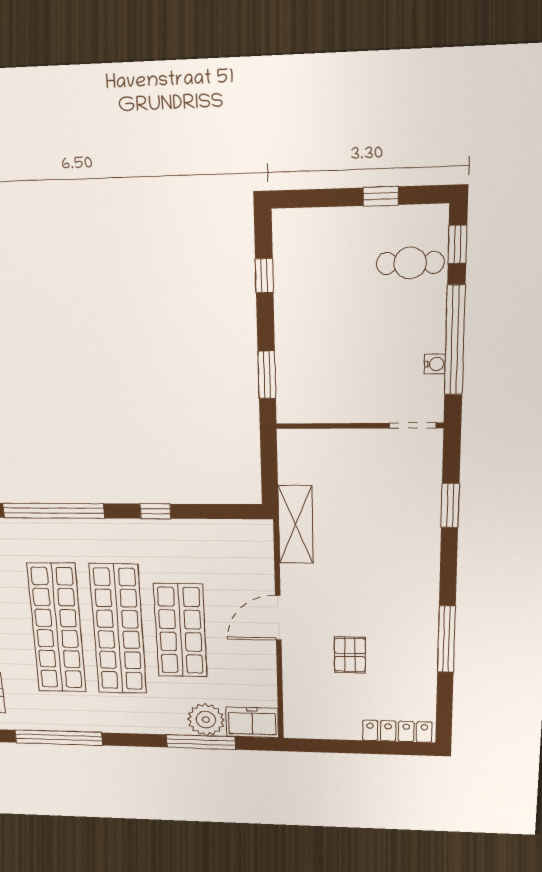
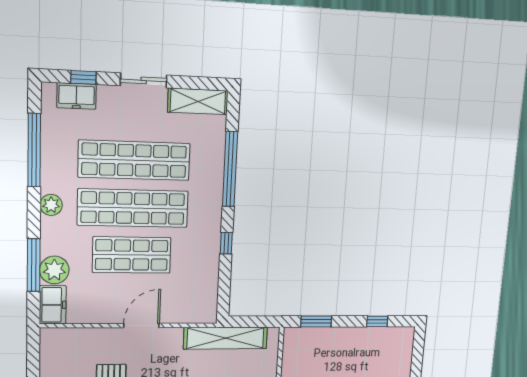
shelving: (295, 525) -> (226, 338), width x1.47
door: (278, 618) -> (141, 326), hinge flipped
plant: (123, 721) -> (51, 205), added

